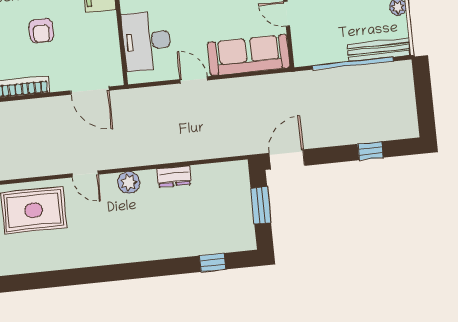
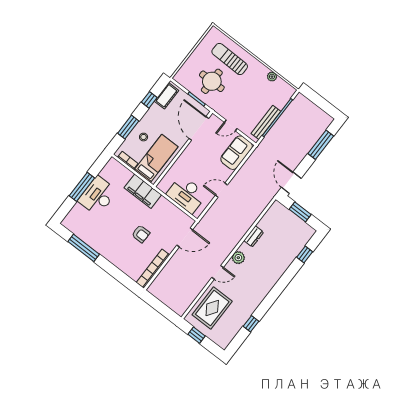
bench: (379, 50) -> (266, 122), moved
sofa: (249, 55) -> (237, 153), width x0.73
window: (370, 151) -> (321, 145), width x2.17
window: (60, 278) -> (251, 324), added

